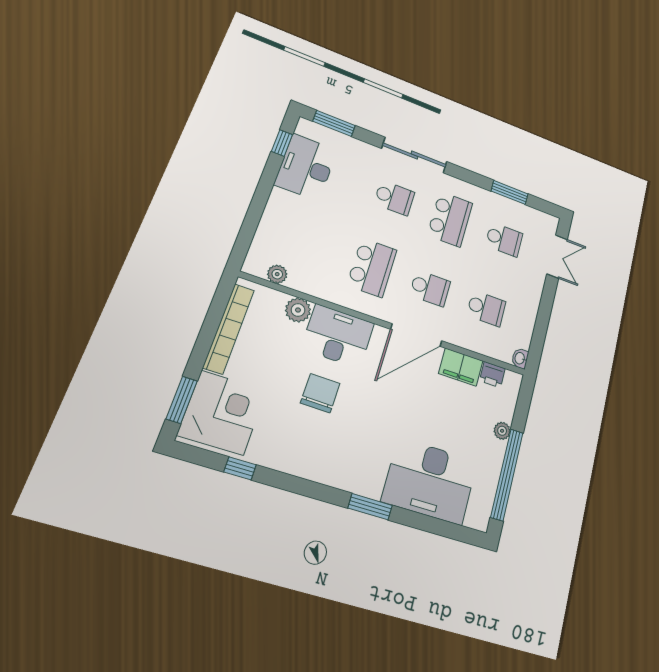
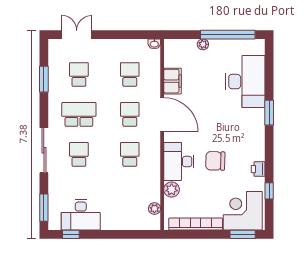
school desk: (372, 267) -> (130, 154), width x0.54
printer: (492, 375) -> (258, 169), moved, turned 180

